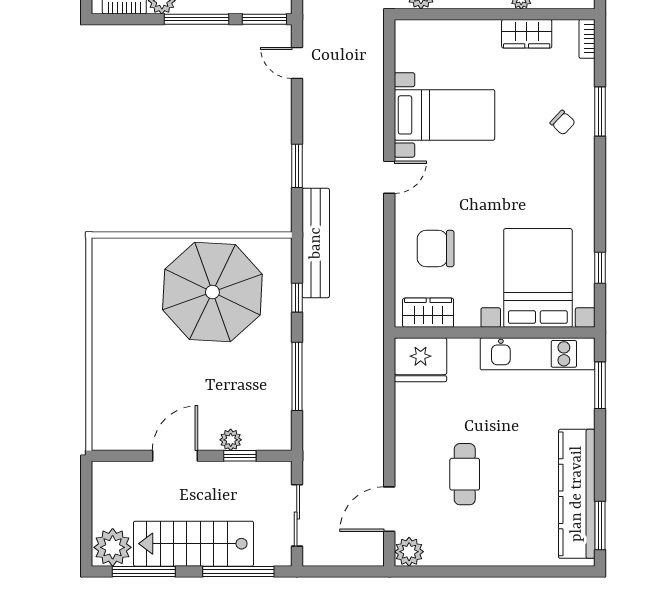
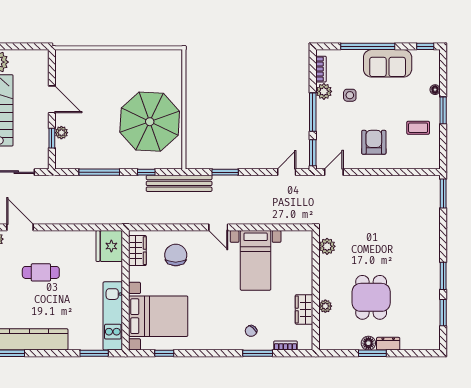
bookcase: (587, 39) -> (286, 345), moved

